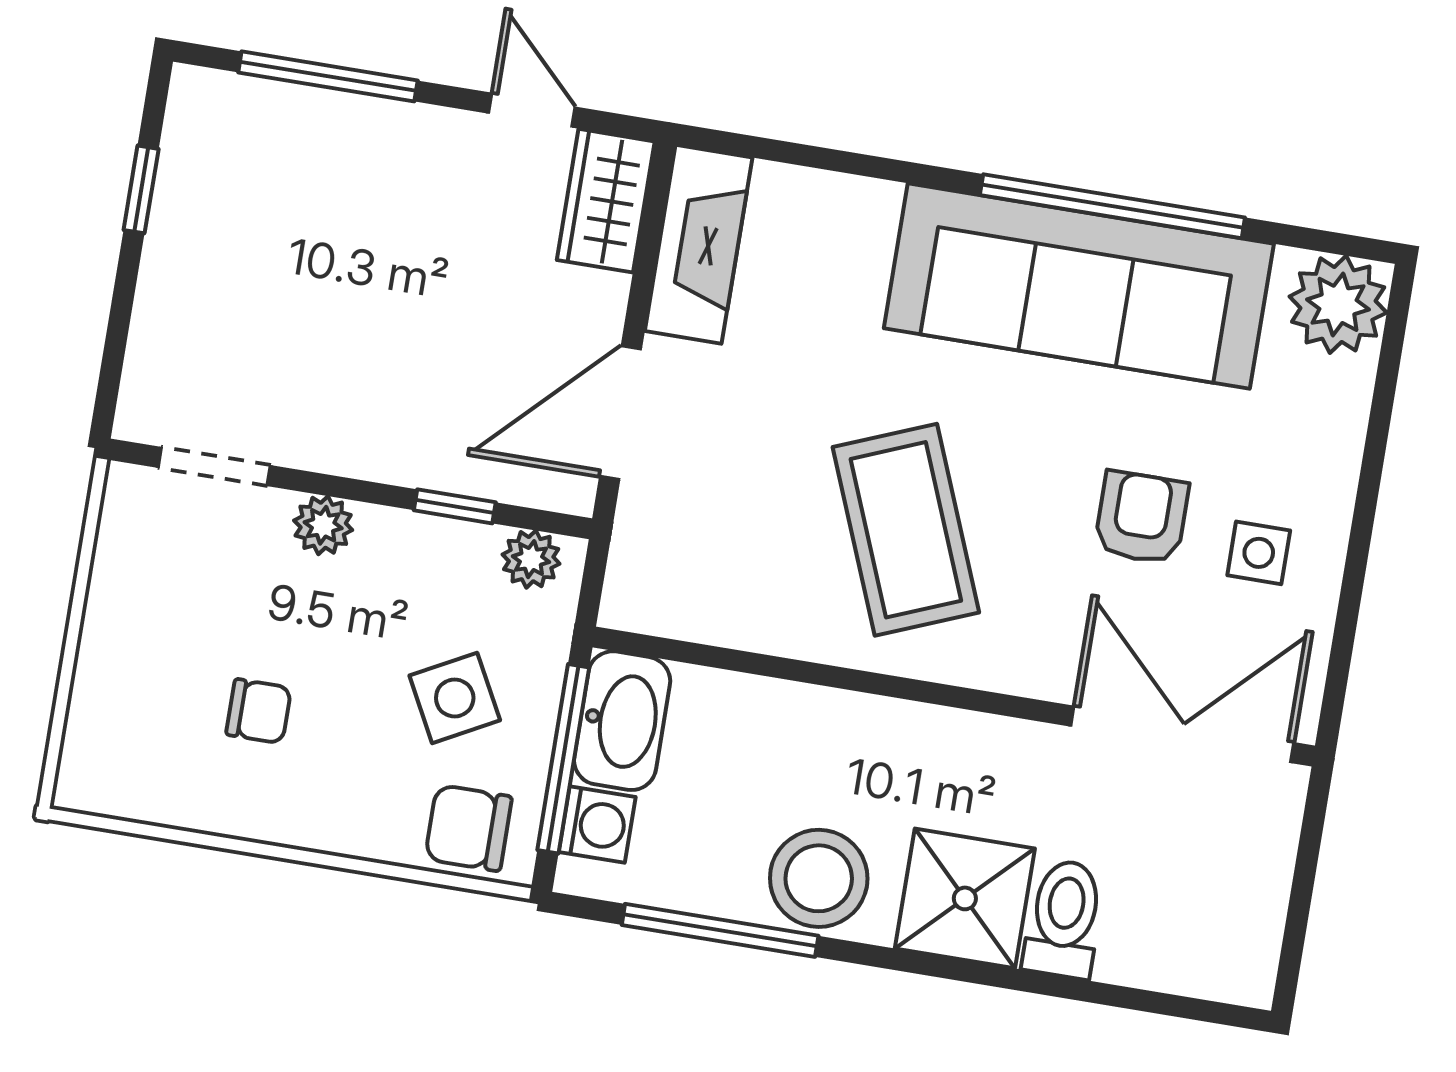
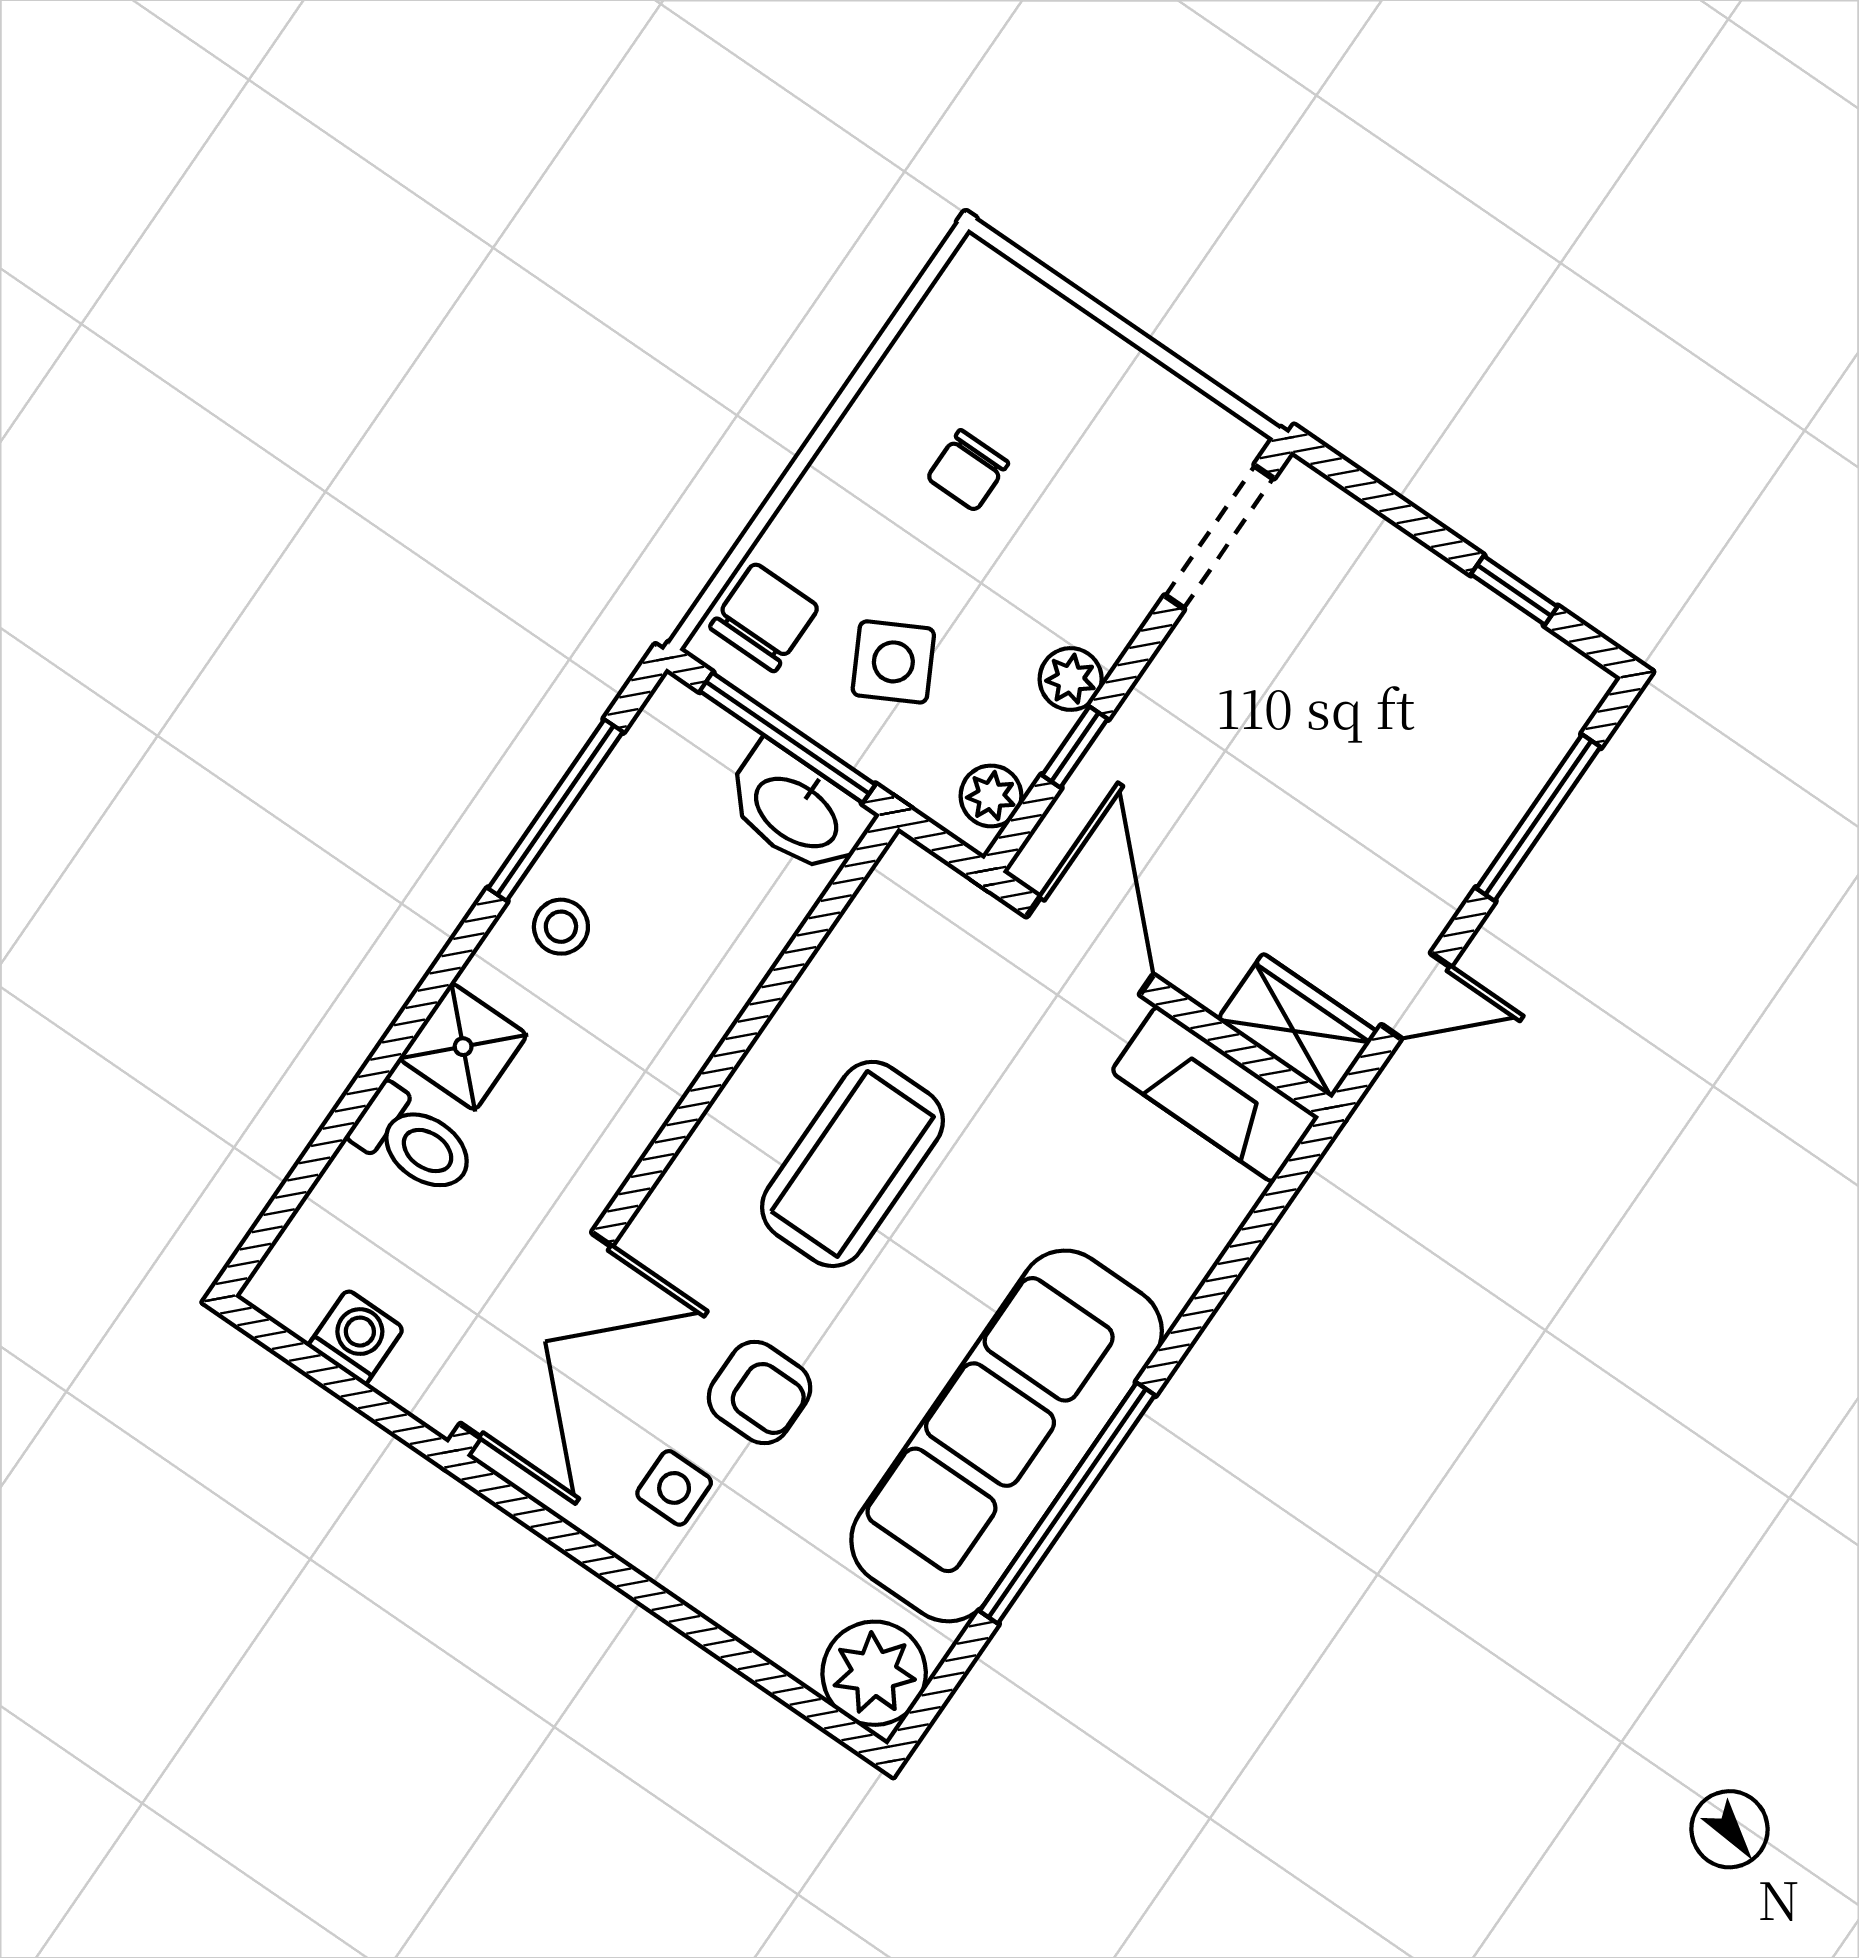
doorway: (214, 466) -> (1219, 537), width x1.38
plant: (323, 525) -> (1071, 679), moved
coffee table: (906, 530) -> (852, 1164), turned -68
washing machine: (597, 825) -> (356, 1337), moved, turned 180
stool: (819, 878) -> (561, 927), width x0.53, depth x0.53
shower: (965, 898) -> (463, 1047), width x0.73, depth x0.73

